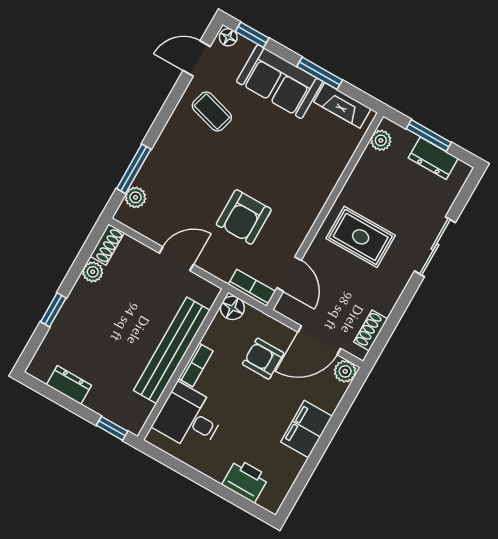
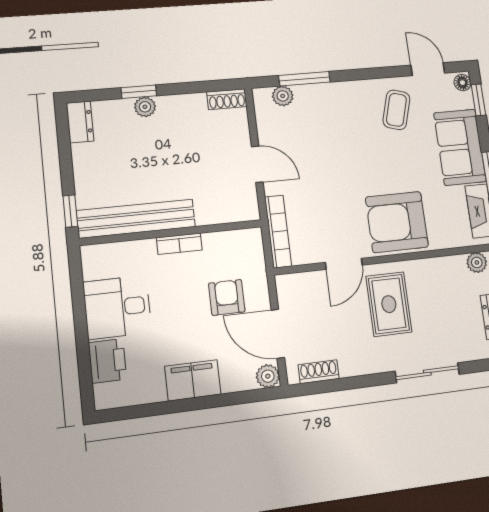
armchair: (244, 217) -> (397, 222), moved, width x1.36, depth x1.36
plant: (93, 272) -> (145, 107), moved
door: (289, 274) -> (344, 264), moved
bookcase: (252, 288) -> (278, 231), width x1.56
floor lamp: (232, 308) -> (251, 240), removed
bench: (172, 350) -> (136, 219), moved
dresser: (69, 385) -> (80, 122), moved
desk: (189, 418) -> (117, 307), moved, turned -90

